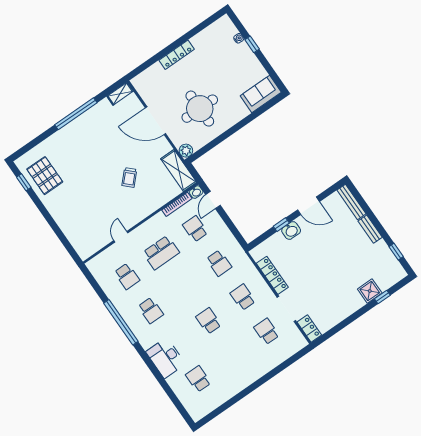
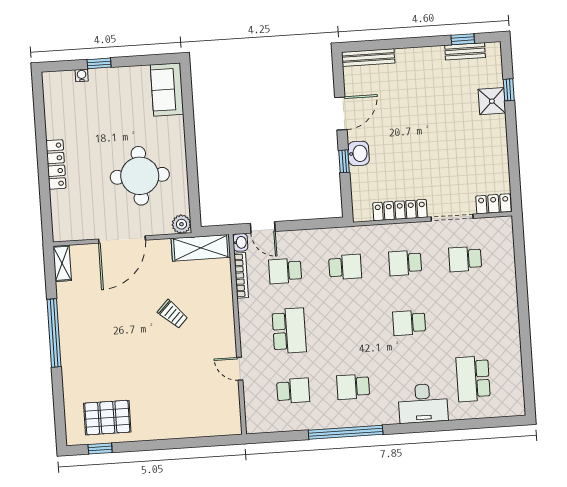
bench: (370, 229) -> (465, 51), moved
school desk: (151, 310) -> (353, 387), turned 180
school desk: (198, 379) -> (473, 379), width x1.85

